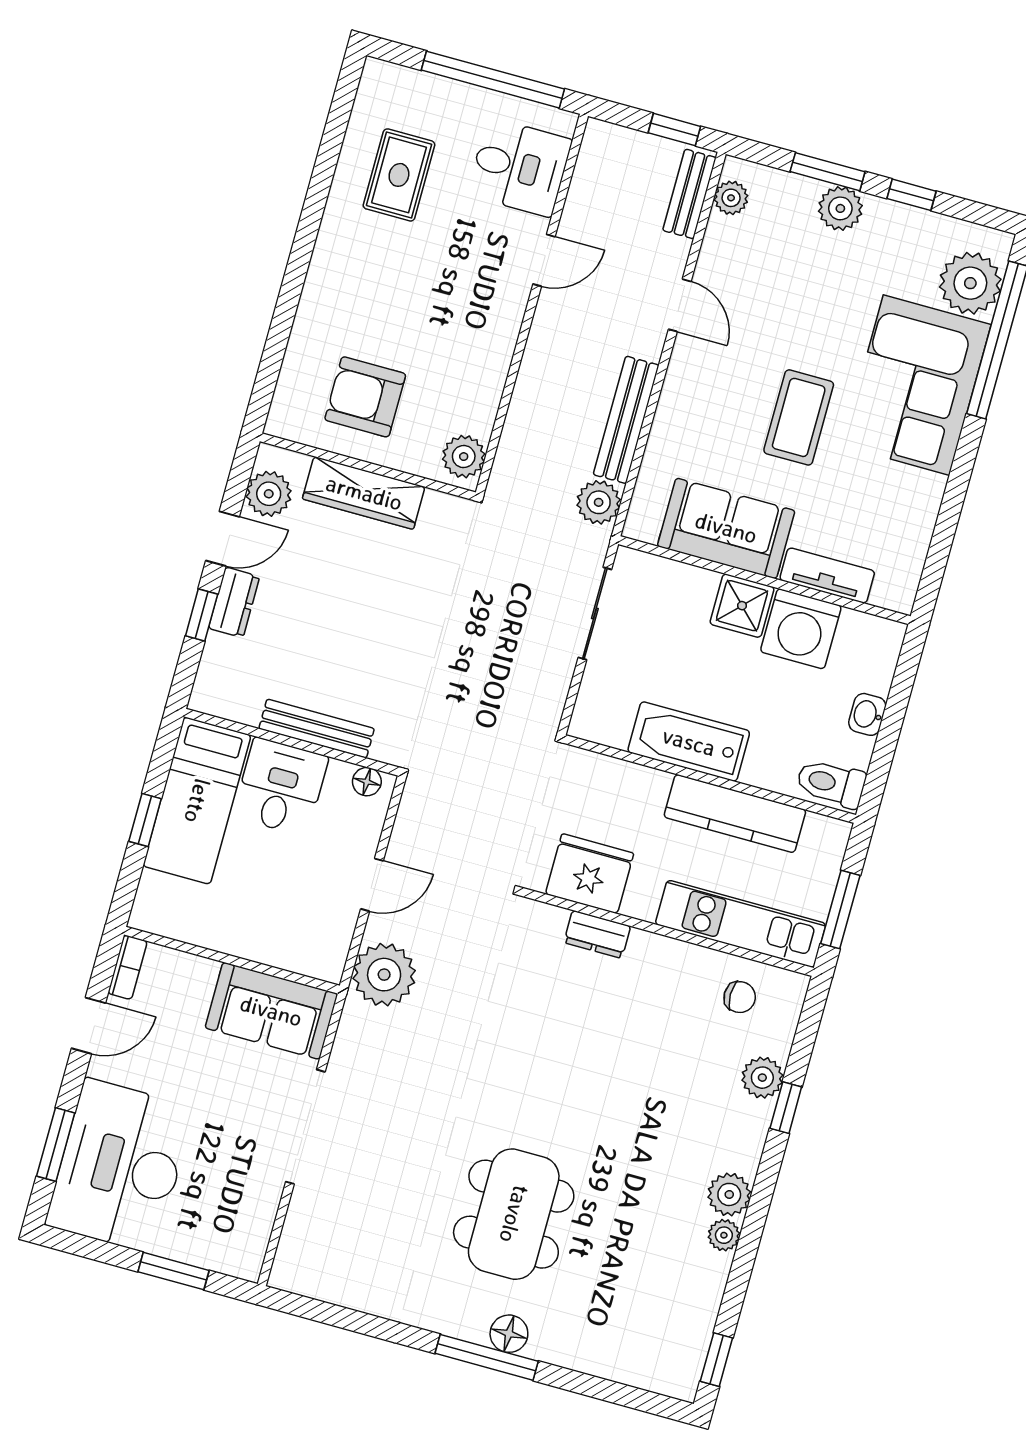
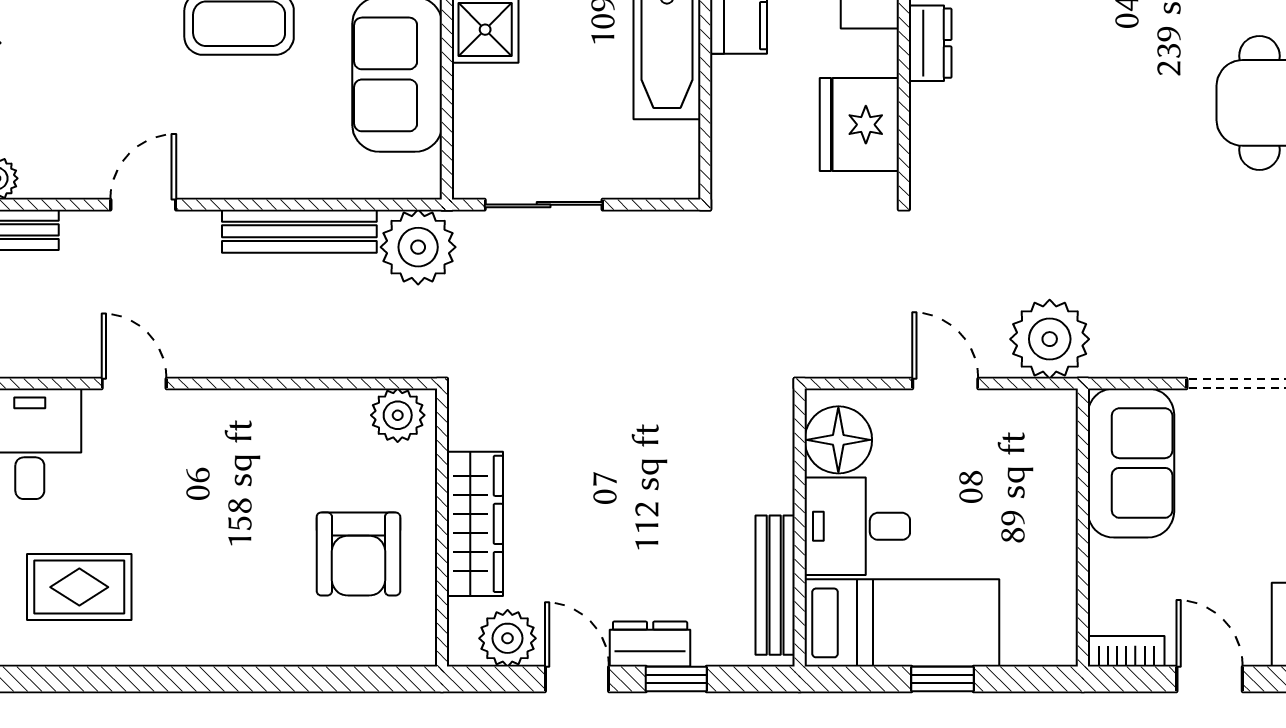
plant: (599, 502) -> (418, 247), width x1.36, depth x1.36
bench: (317, 729) -> (775, 585), moved
floor lamp: (367, 782) -> (838, 440), width x1.89, depth x1.89
dresser: (597, 934) -> (930, 43), moved

